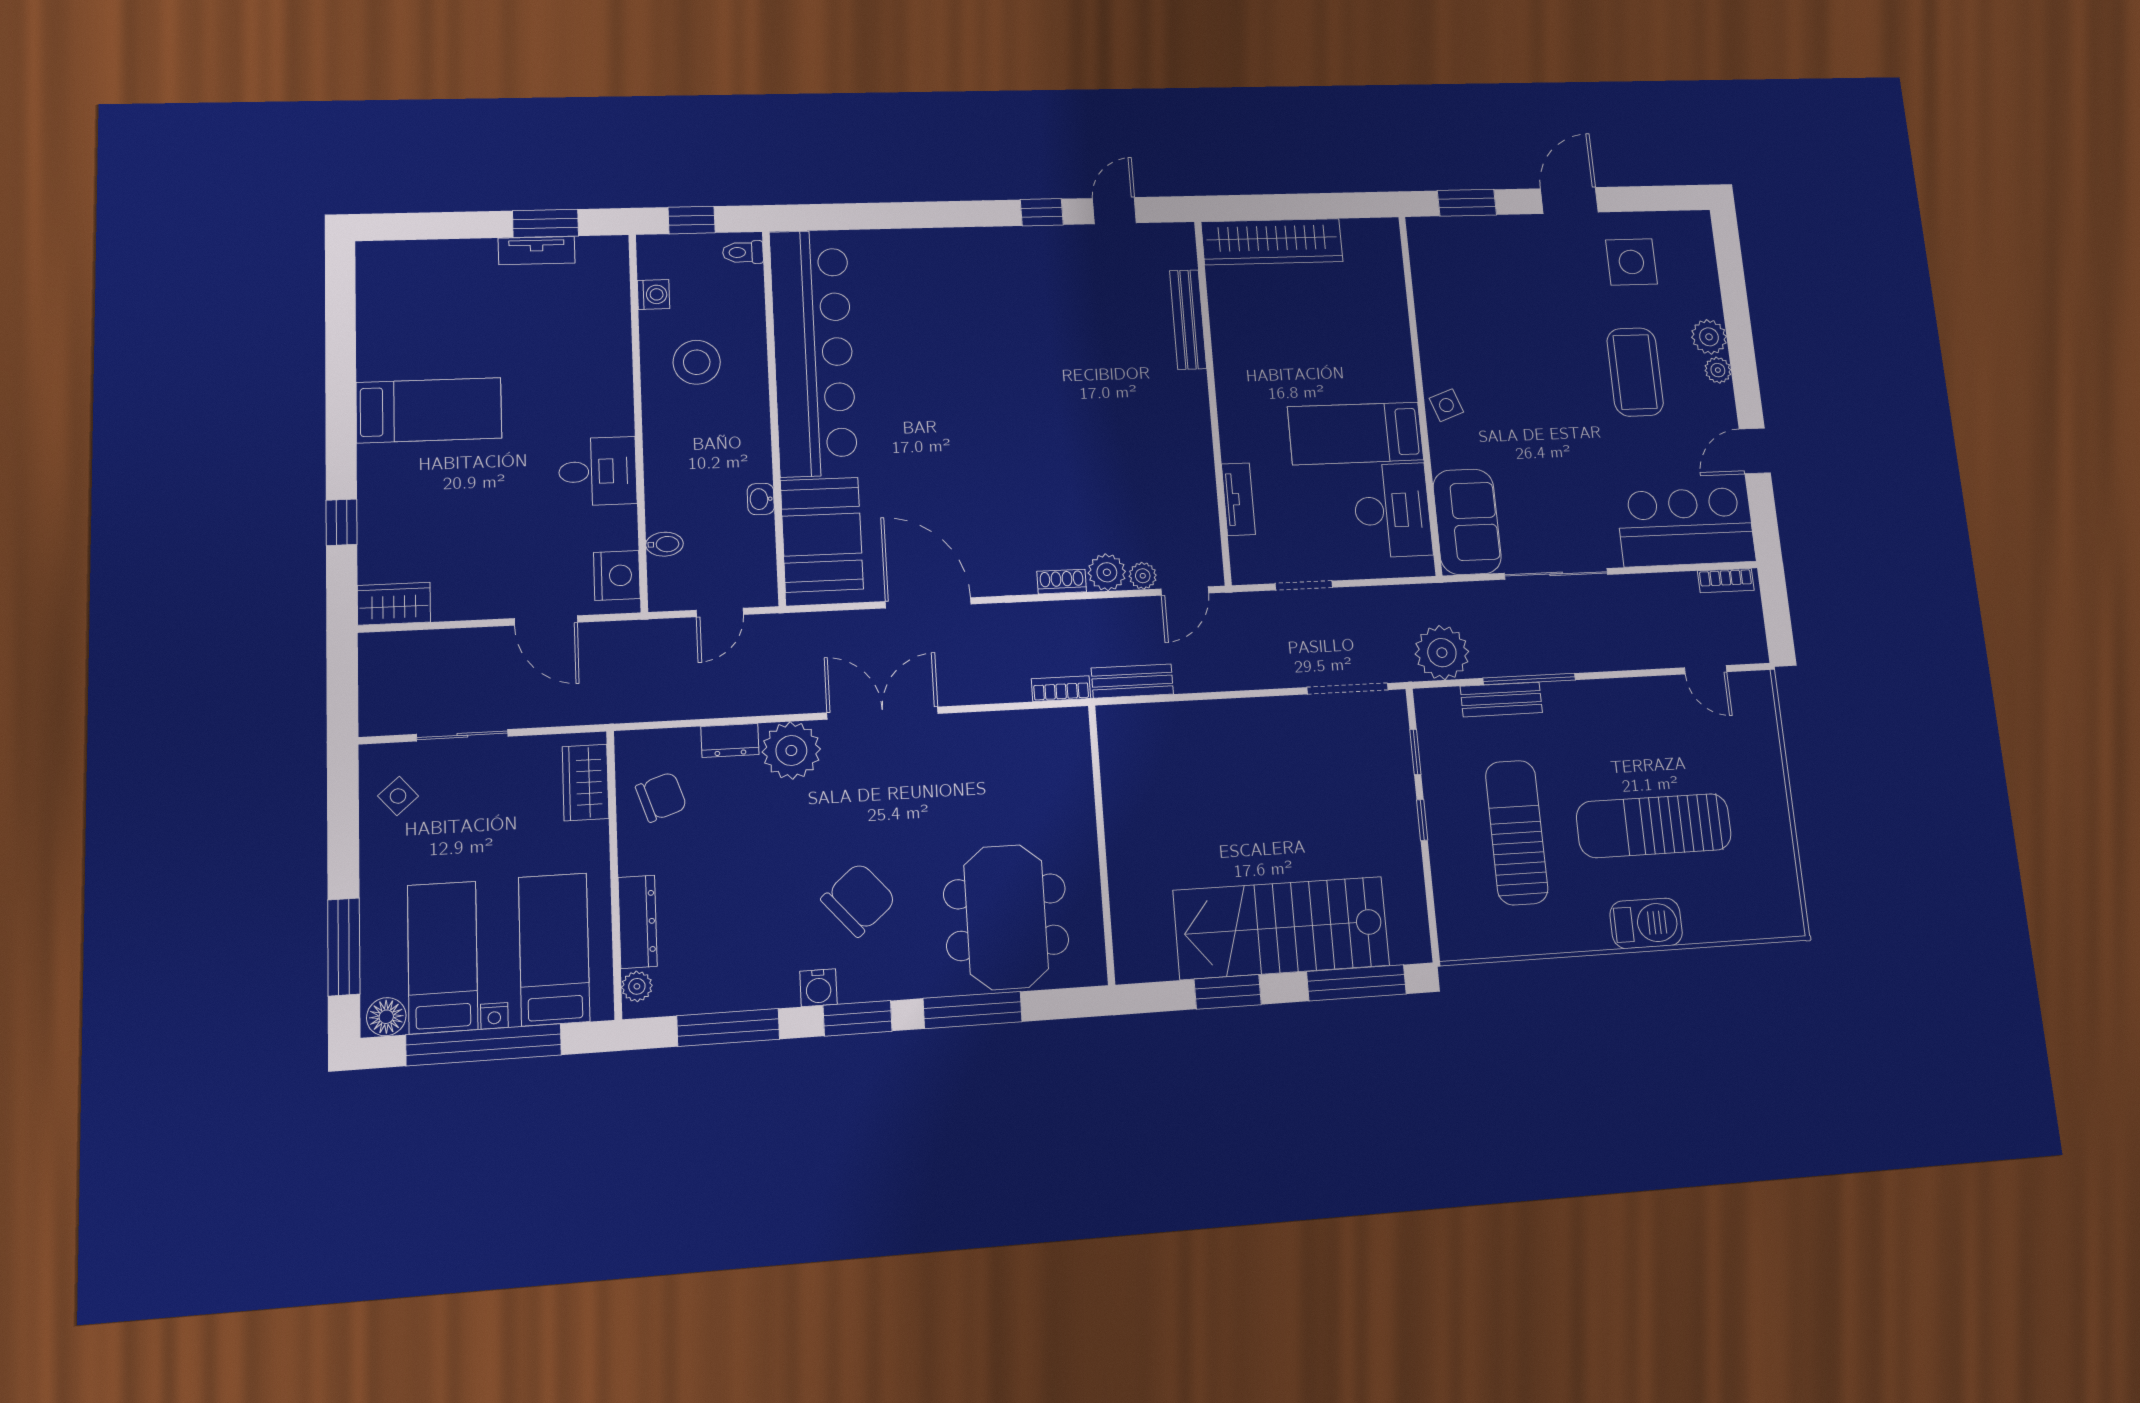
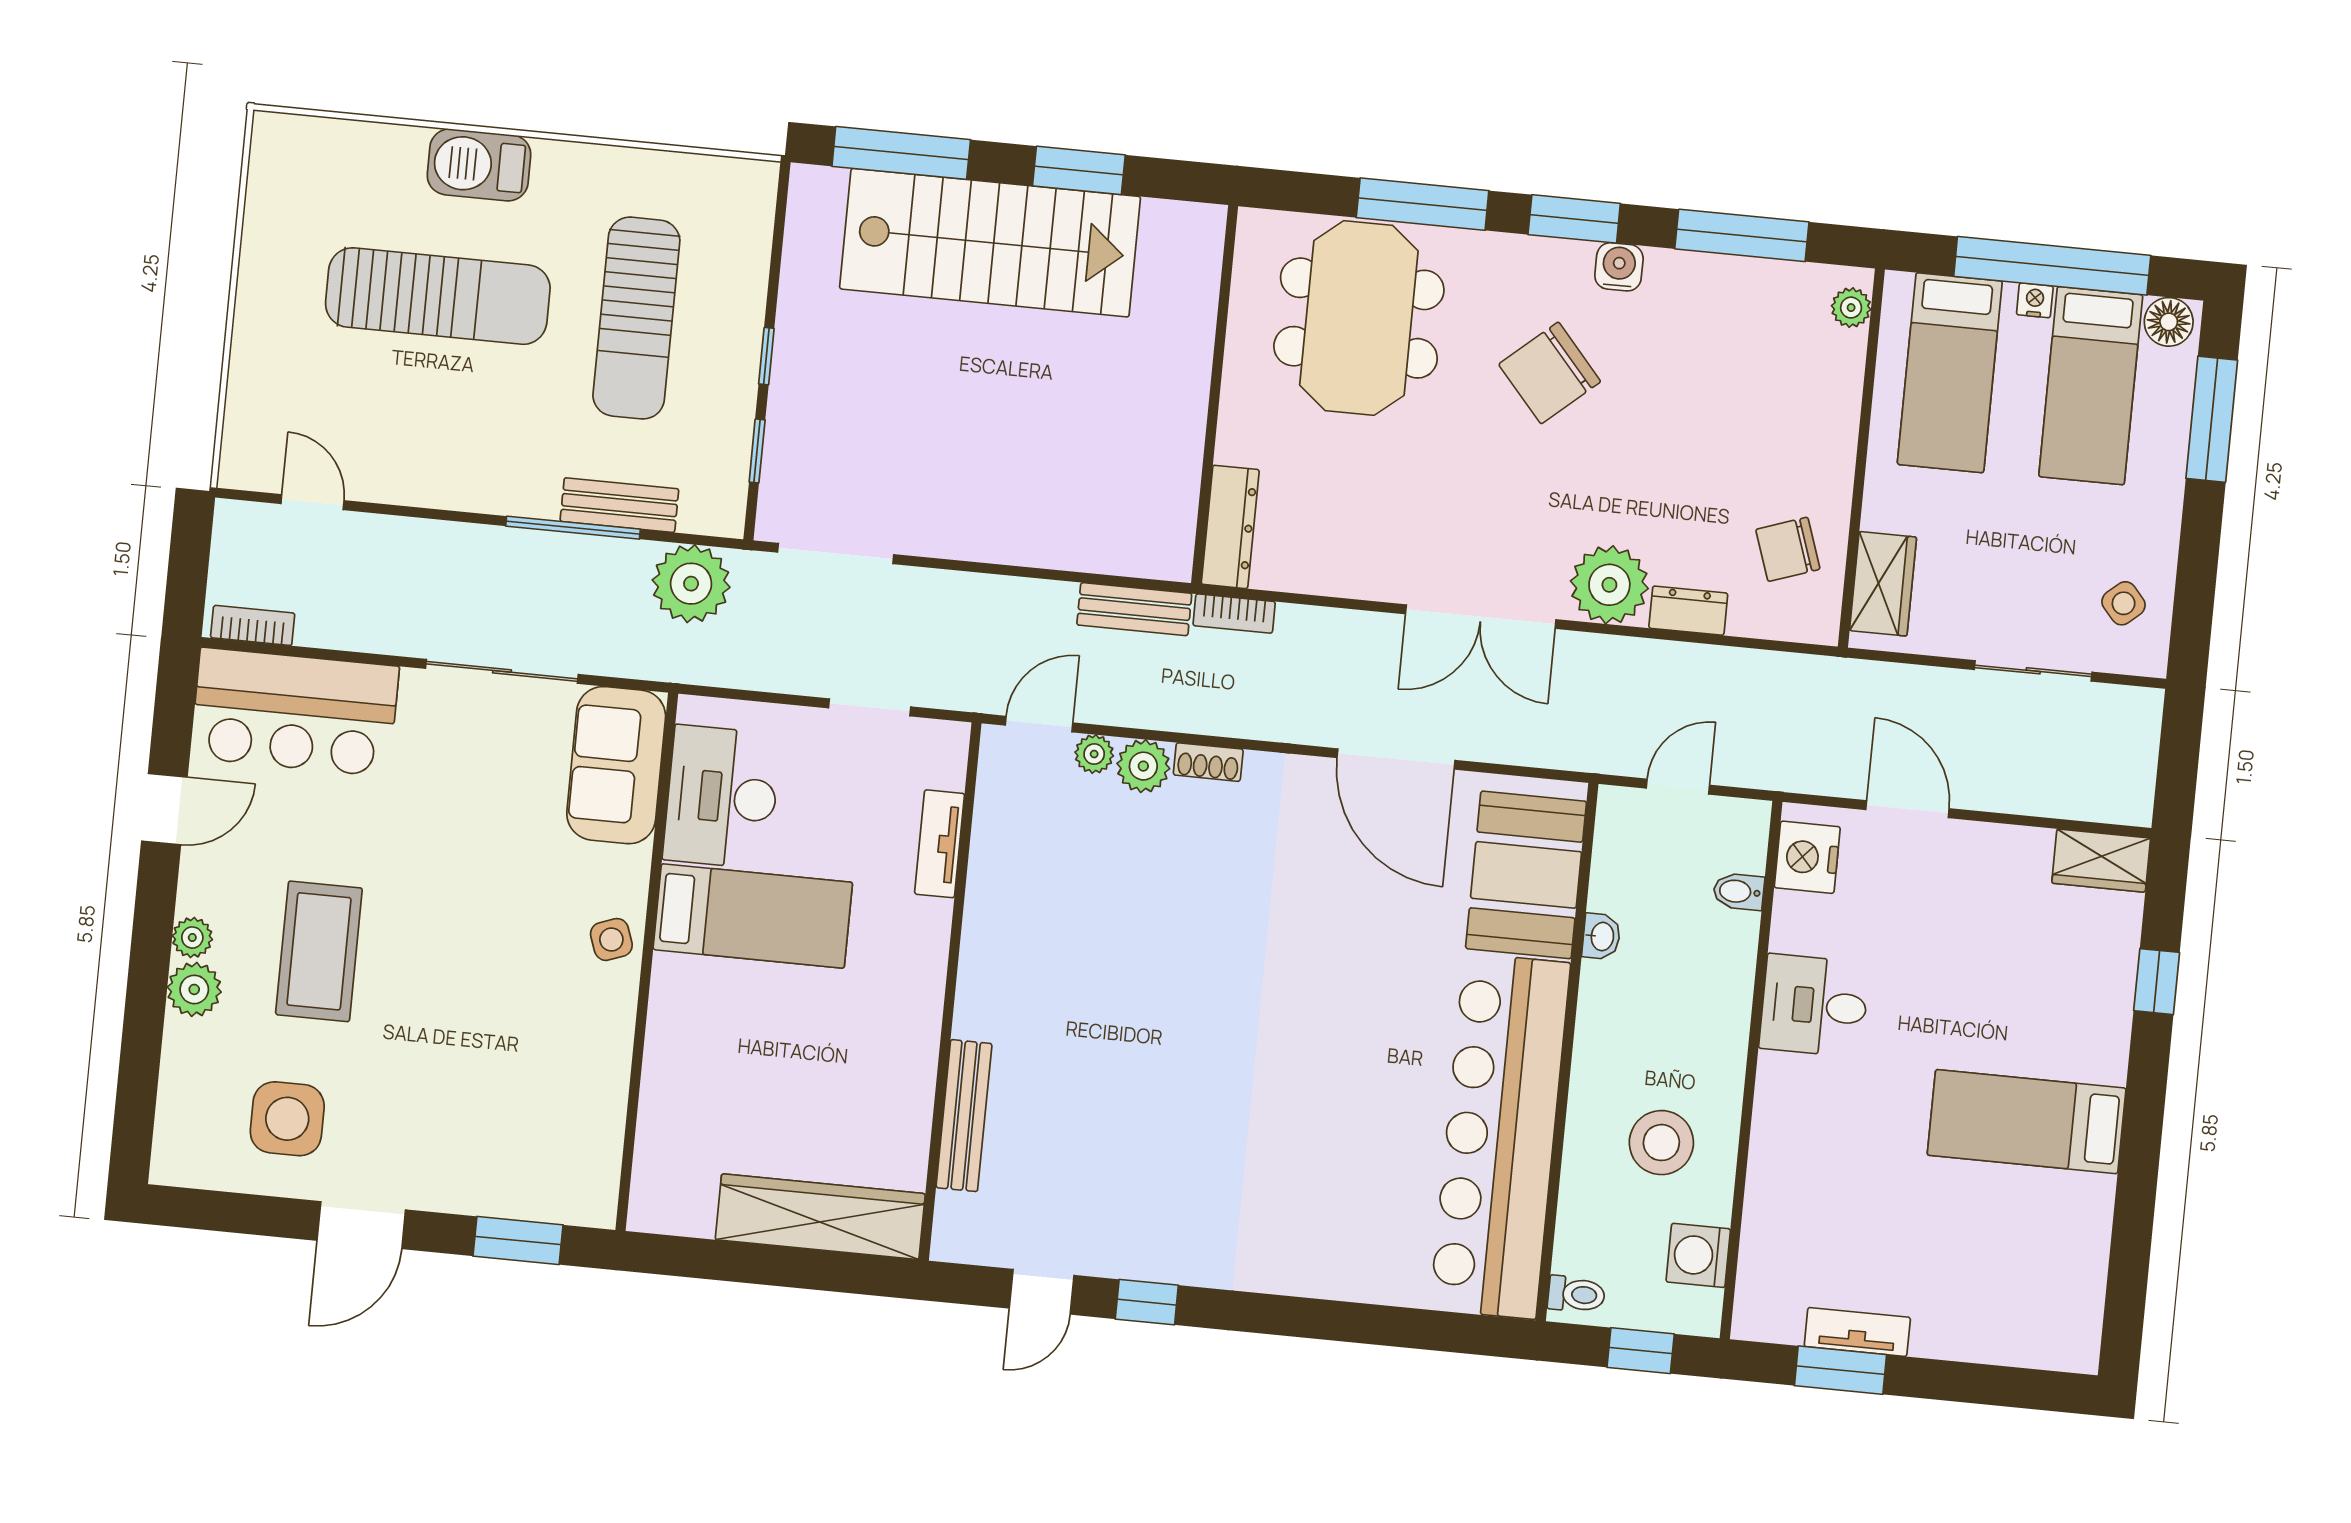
washing machine: (653, 294) -> (1698, 1255), width x1.38, depth x1.38
dresser: (638, 922) -> (1230, 527), moved, turned 180

